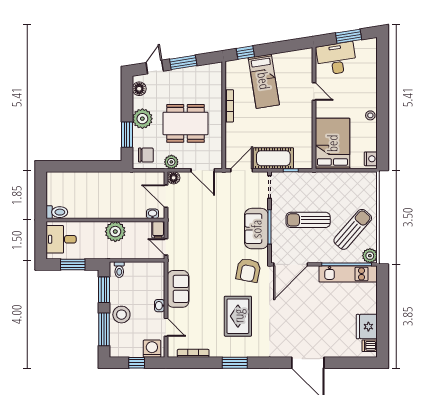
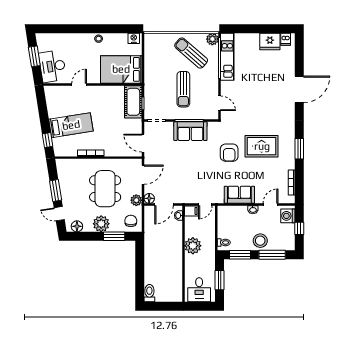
cot: (273, 158) -> (133, 102), moved
toilet: (57, 212) -> (149, 293), moved
door: (291, 264) -> (219, 103), width x0.53
armchair: (248, 270) -> (229, 153), moved, turned 79

